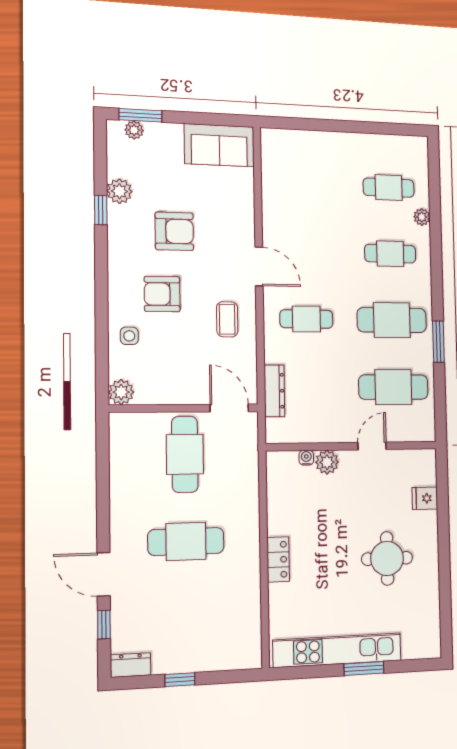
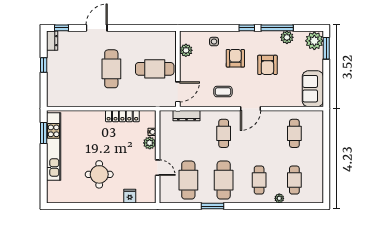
plant: (134, 130) -> (314, 41), width x1.88, depth x1.88
cafe table: (304, 184) -> (294, 133), added
window: (101, 210) -> (277, 28), width x2.17
window: (101, 270) -> (247, 28), added
plant: (121, 392) -> (186, 50), moved
locker: (278, 559) -> (122, 116), moved, width x1.53
window: (104, 625) -> (62, 28), moved
window: (364, 668) -> (44, 133), moved

